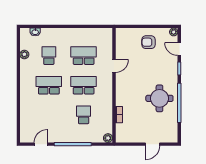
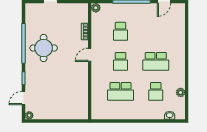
armchair: (149, 42) -> (55, 105), removed
door: (179, 49) -> (24, 98), swing flipped
door: (114, 66) -> (90, 55), moved
school desk: (84, 85) -> (121, 61), width x0.54

